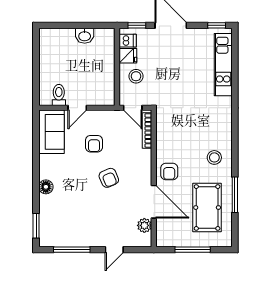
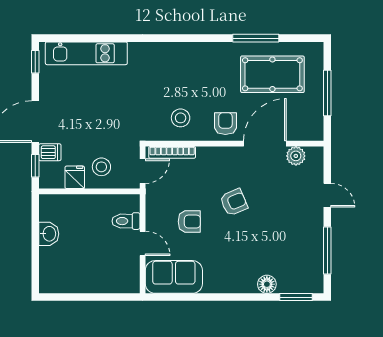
dishwasher: (128, 41) -> (50, 152), moved, turned 90
toilet: (59, 95) -> (126, 221), moved
stool: (214, 157) -> (181, 118), moved
armchair: (169, 171) -> (225, 124), turned -90
floor lamp: (46, 187) -> (267, 284), moved

